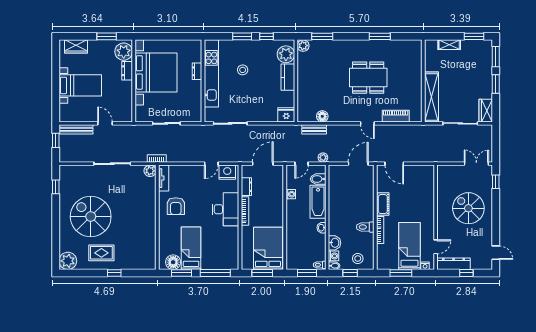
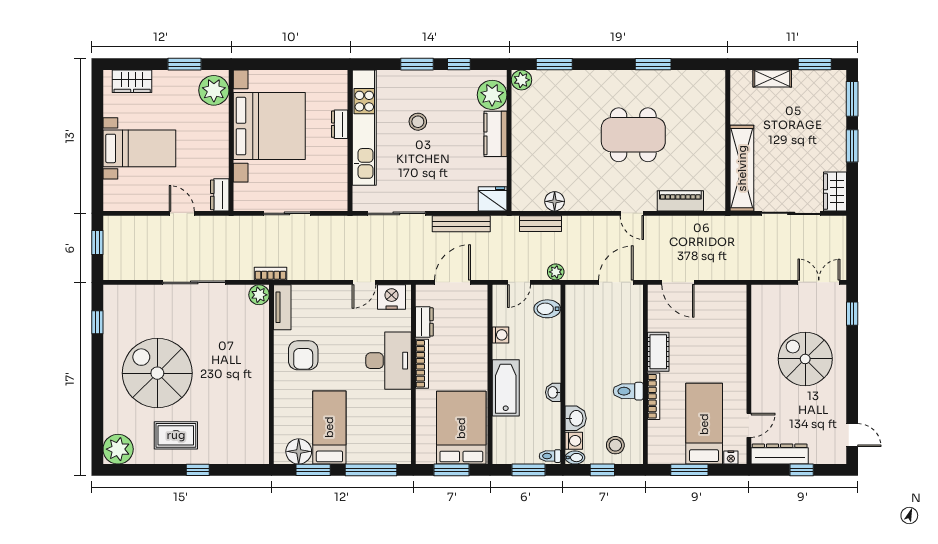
dresser: (127, 71) -> (220, 195), moved
bench: (76, 129) -> (461, 224), moved
bathtub: (318, 202) -> (506, 388), moved, turned 180

